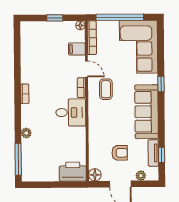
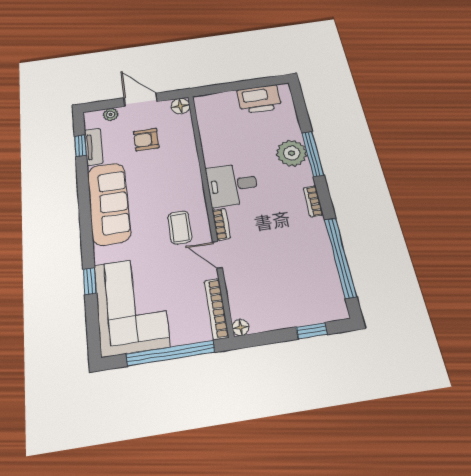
window: (55, 18) -> (312, 331), moved
filing cabinet: (77, 49) -> (240, 285), removed
window: (17, 57) -> (340, 257), added
window: (161, 84) -> (90, 281), moved
plant: (26, 133) -> (292, 153), width x1.88, depth x1.88
window: (18, 159) -> (313, 154), moved
printer: (73, 172) -> (259, 99), moved

